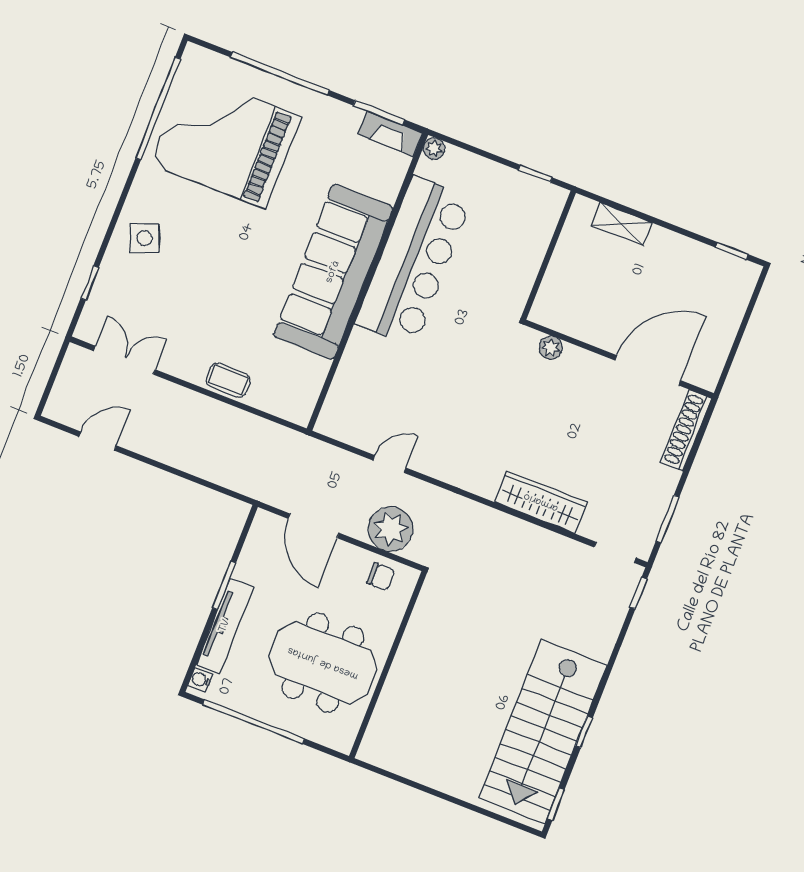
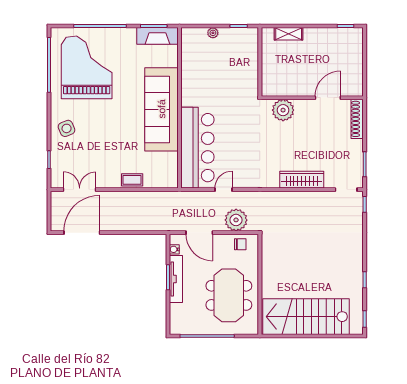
fireplace: (390, 134) -> (157, 36), width x1.37, depth x1.32
grand piano: (226, 140) -> (87, 67), turned 90
plant: (434, 149) -> (213, 33), moved
bar counter: (414, 261) -> (197, 148), moved
plant: (551, 348) -> (283, 110), width x1.88, depth x1.88
door: (648, 370) -> (328, 98), width x0.73
door: (98, 441) -> (82, 233), width x1.88
tv unit: (225, 626) -> (176, 279), moved
meeting table: (323, 663) -> (229, 295), turned 90
water cooler: (200, 680) -> (174, 249), moved
stairs: (543, 732) -> (306, 317), moved, turned 90

